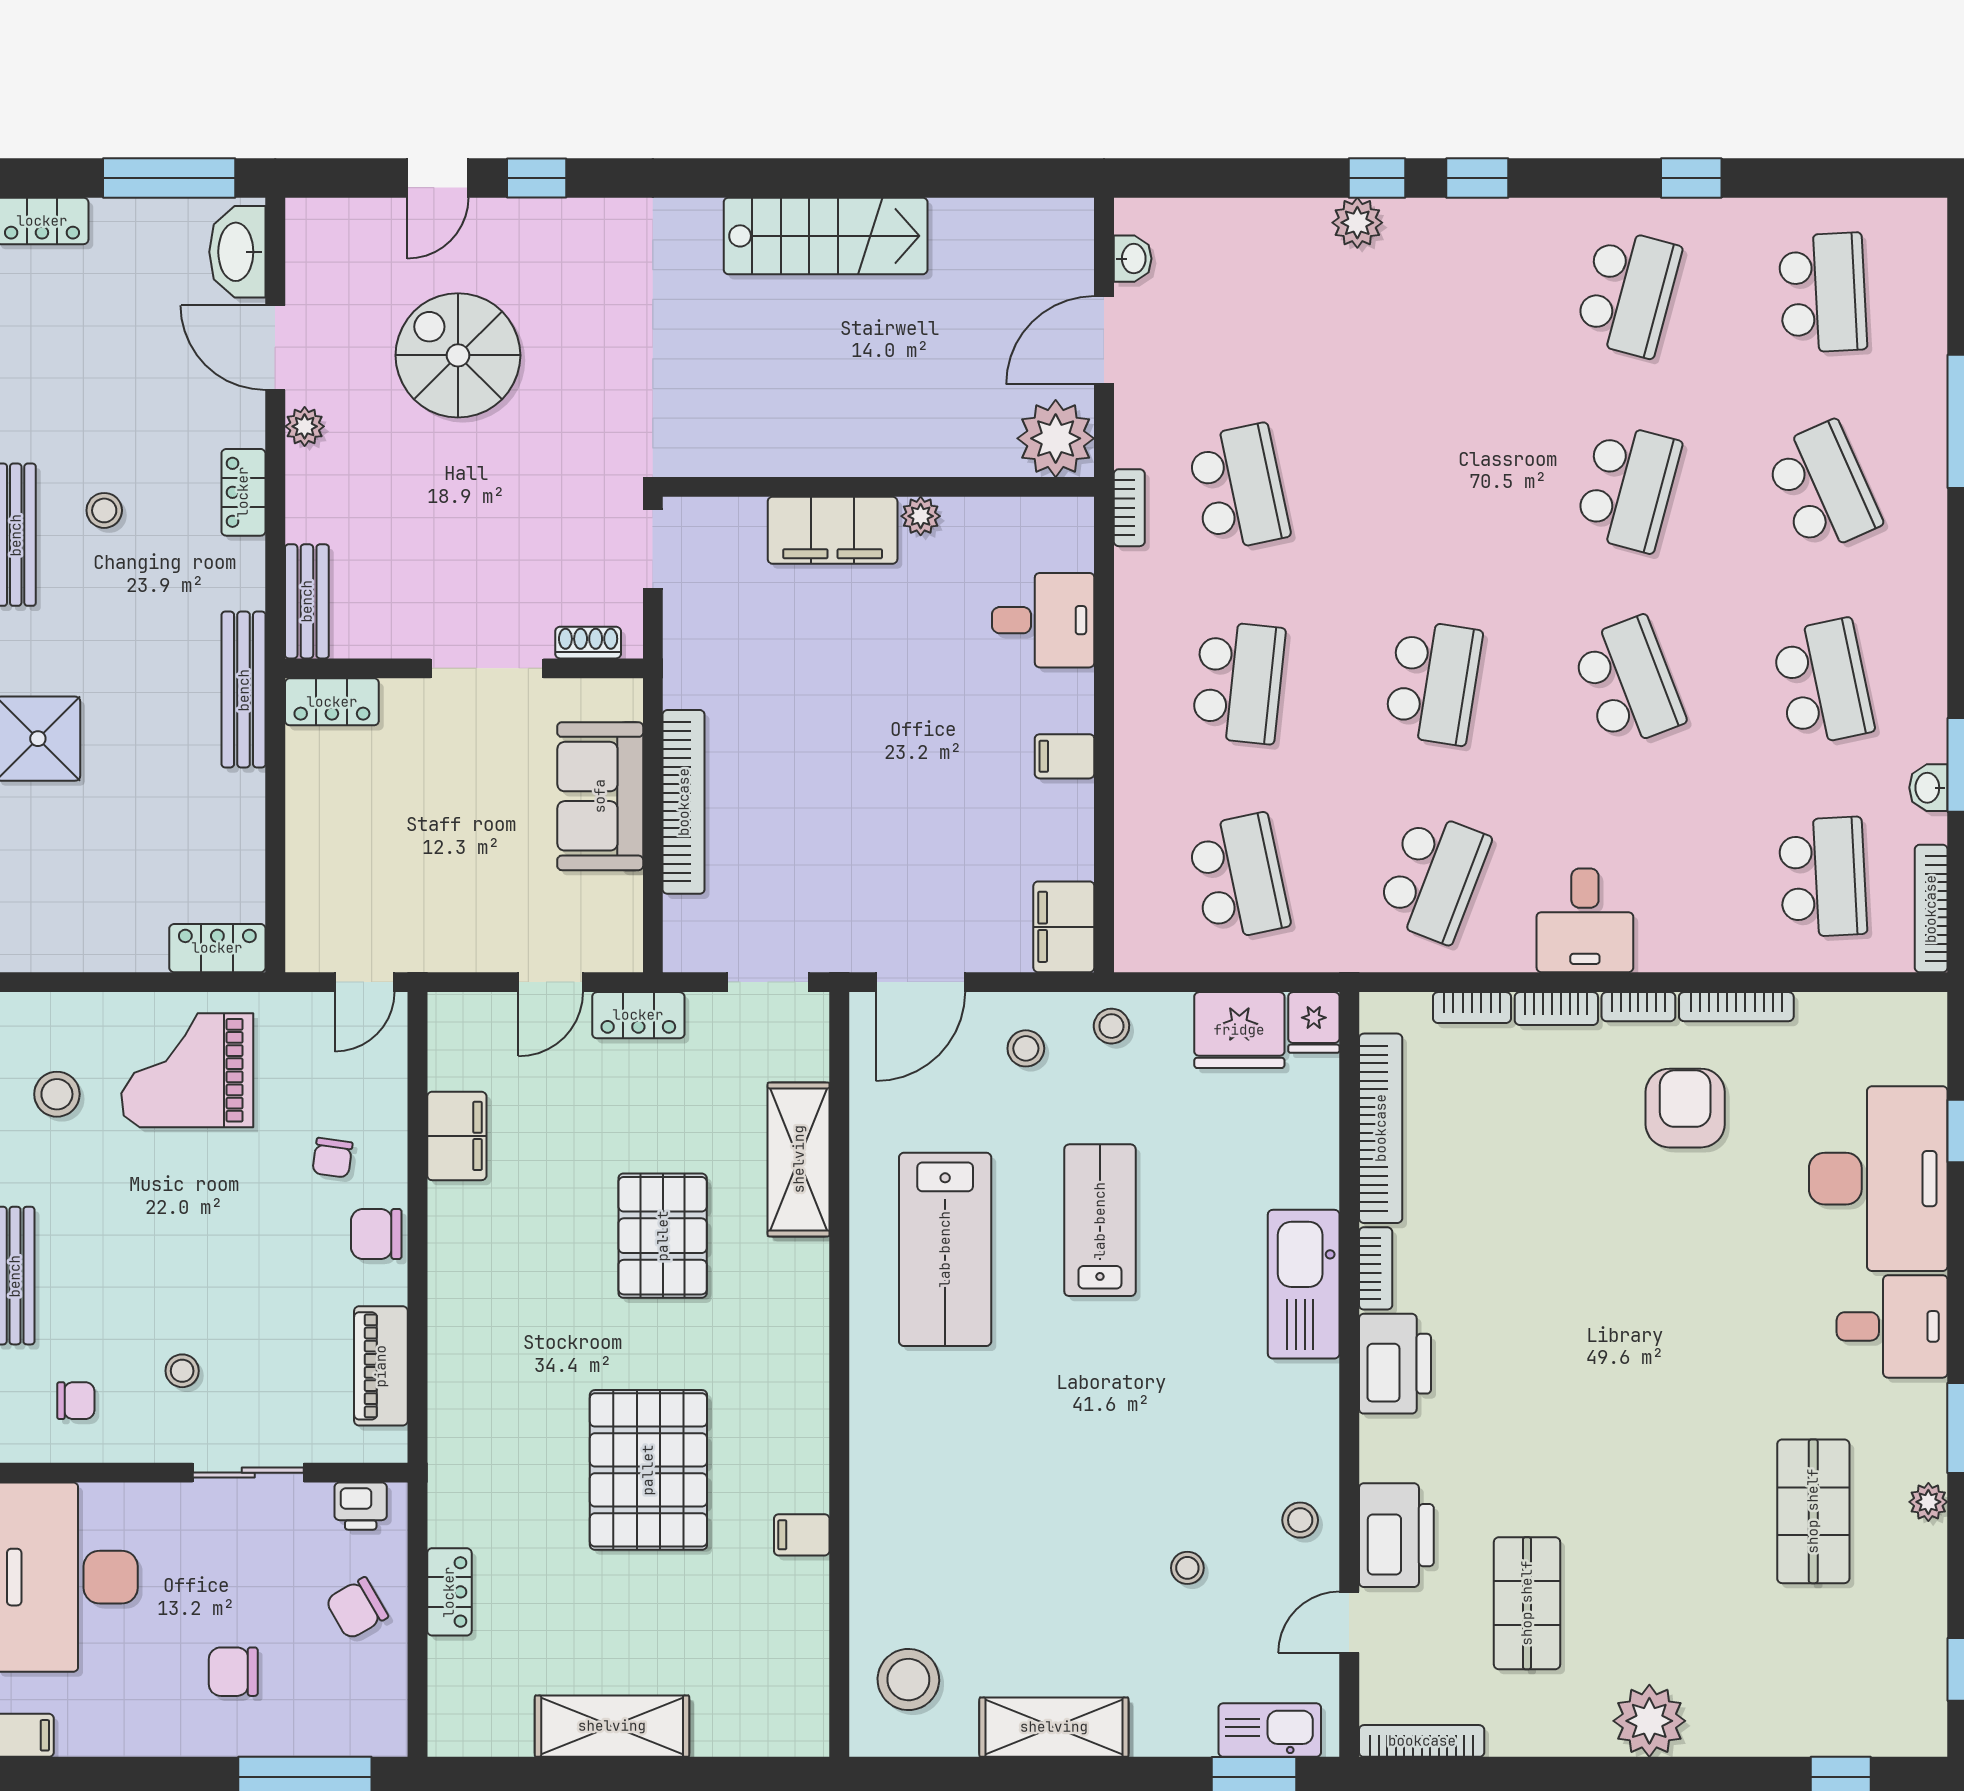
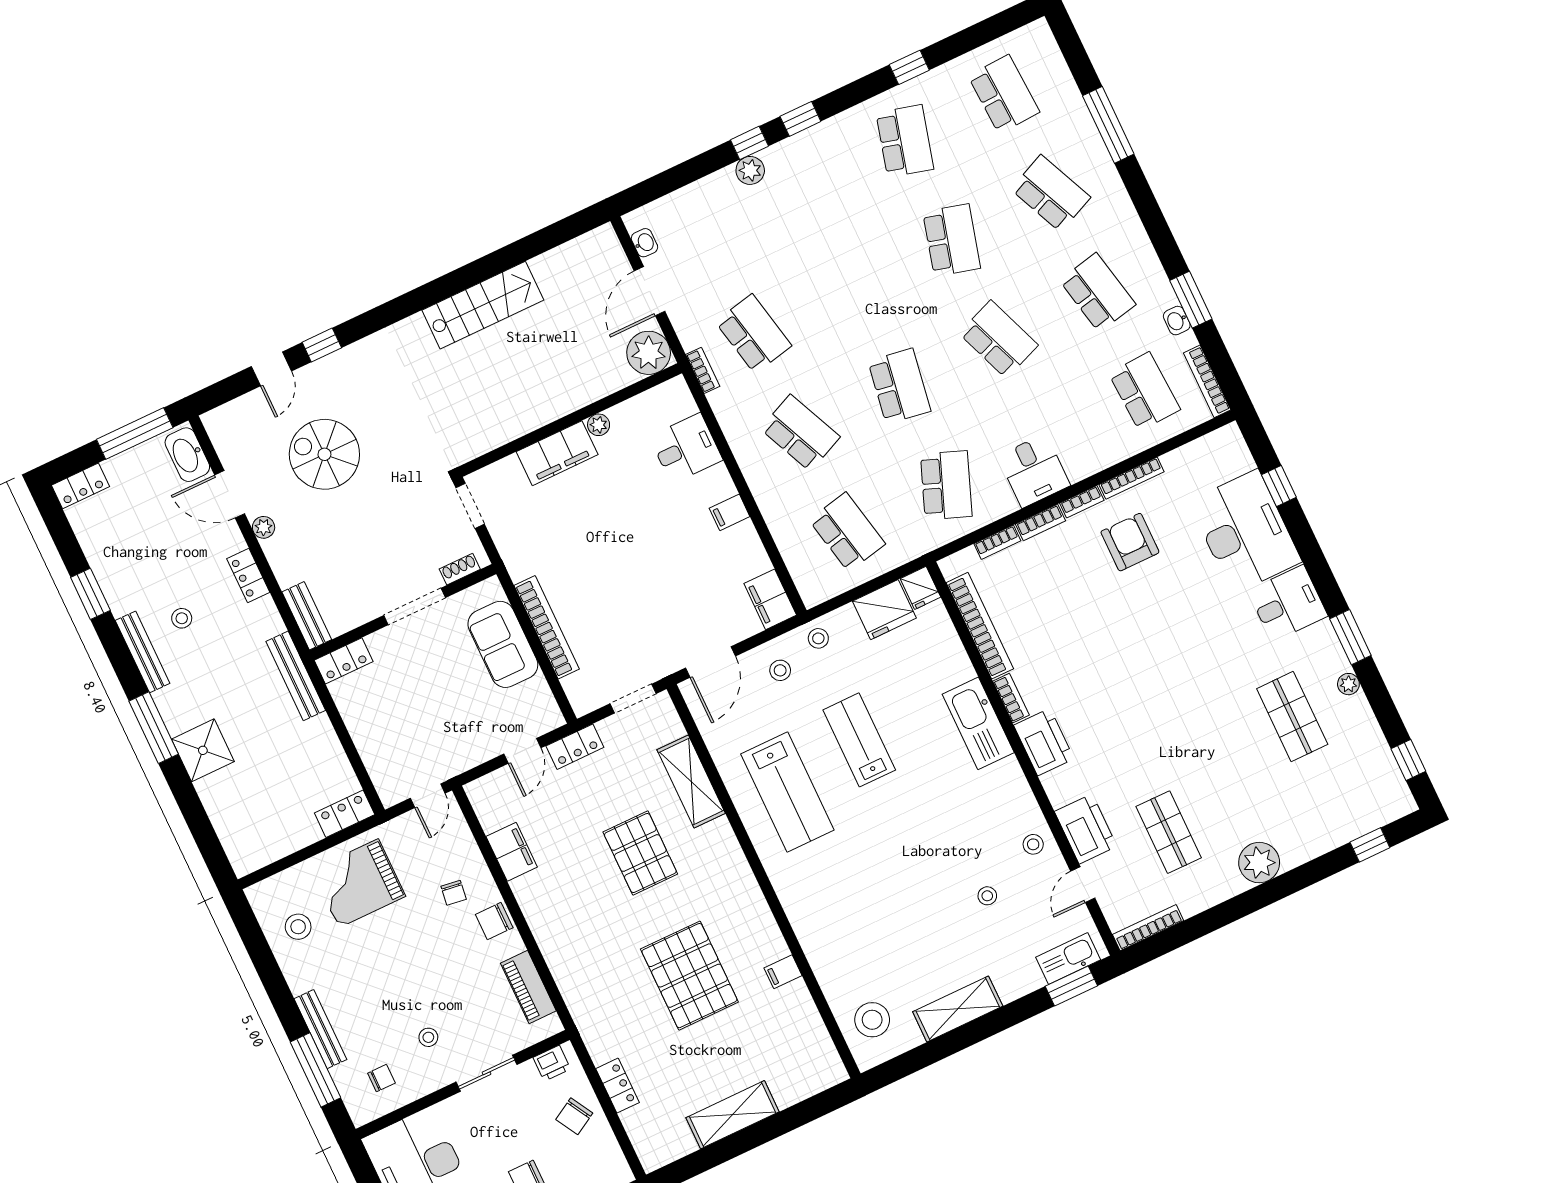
school desk: (1239, 682) -> (800, 433), turned -30

